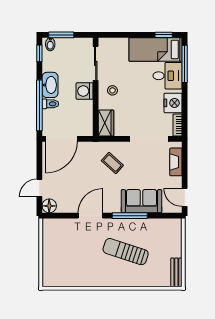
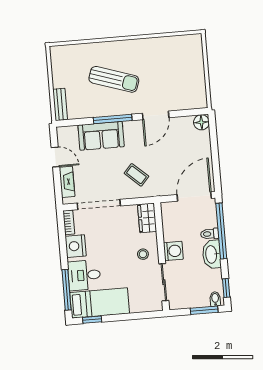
door: (39, 188) -> (214, 141), removed
door: (185, 197) -> (55, 157), moved
bench: (176, 272) -> (60, 104), moved

